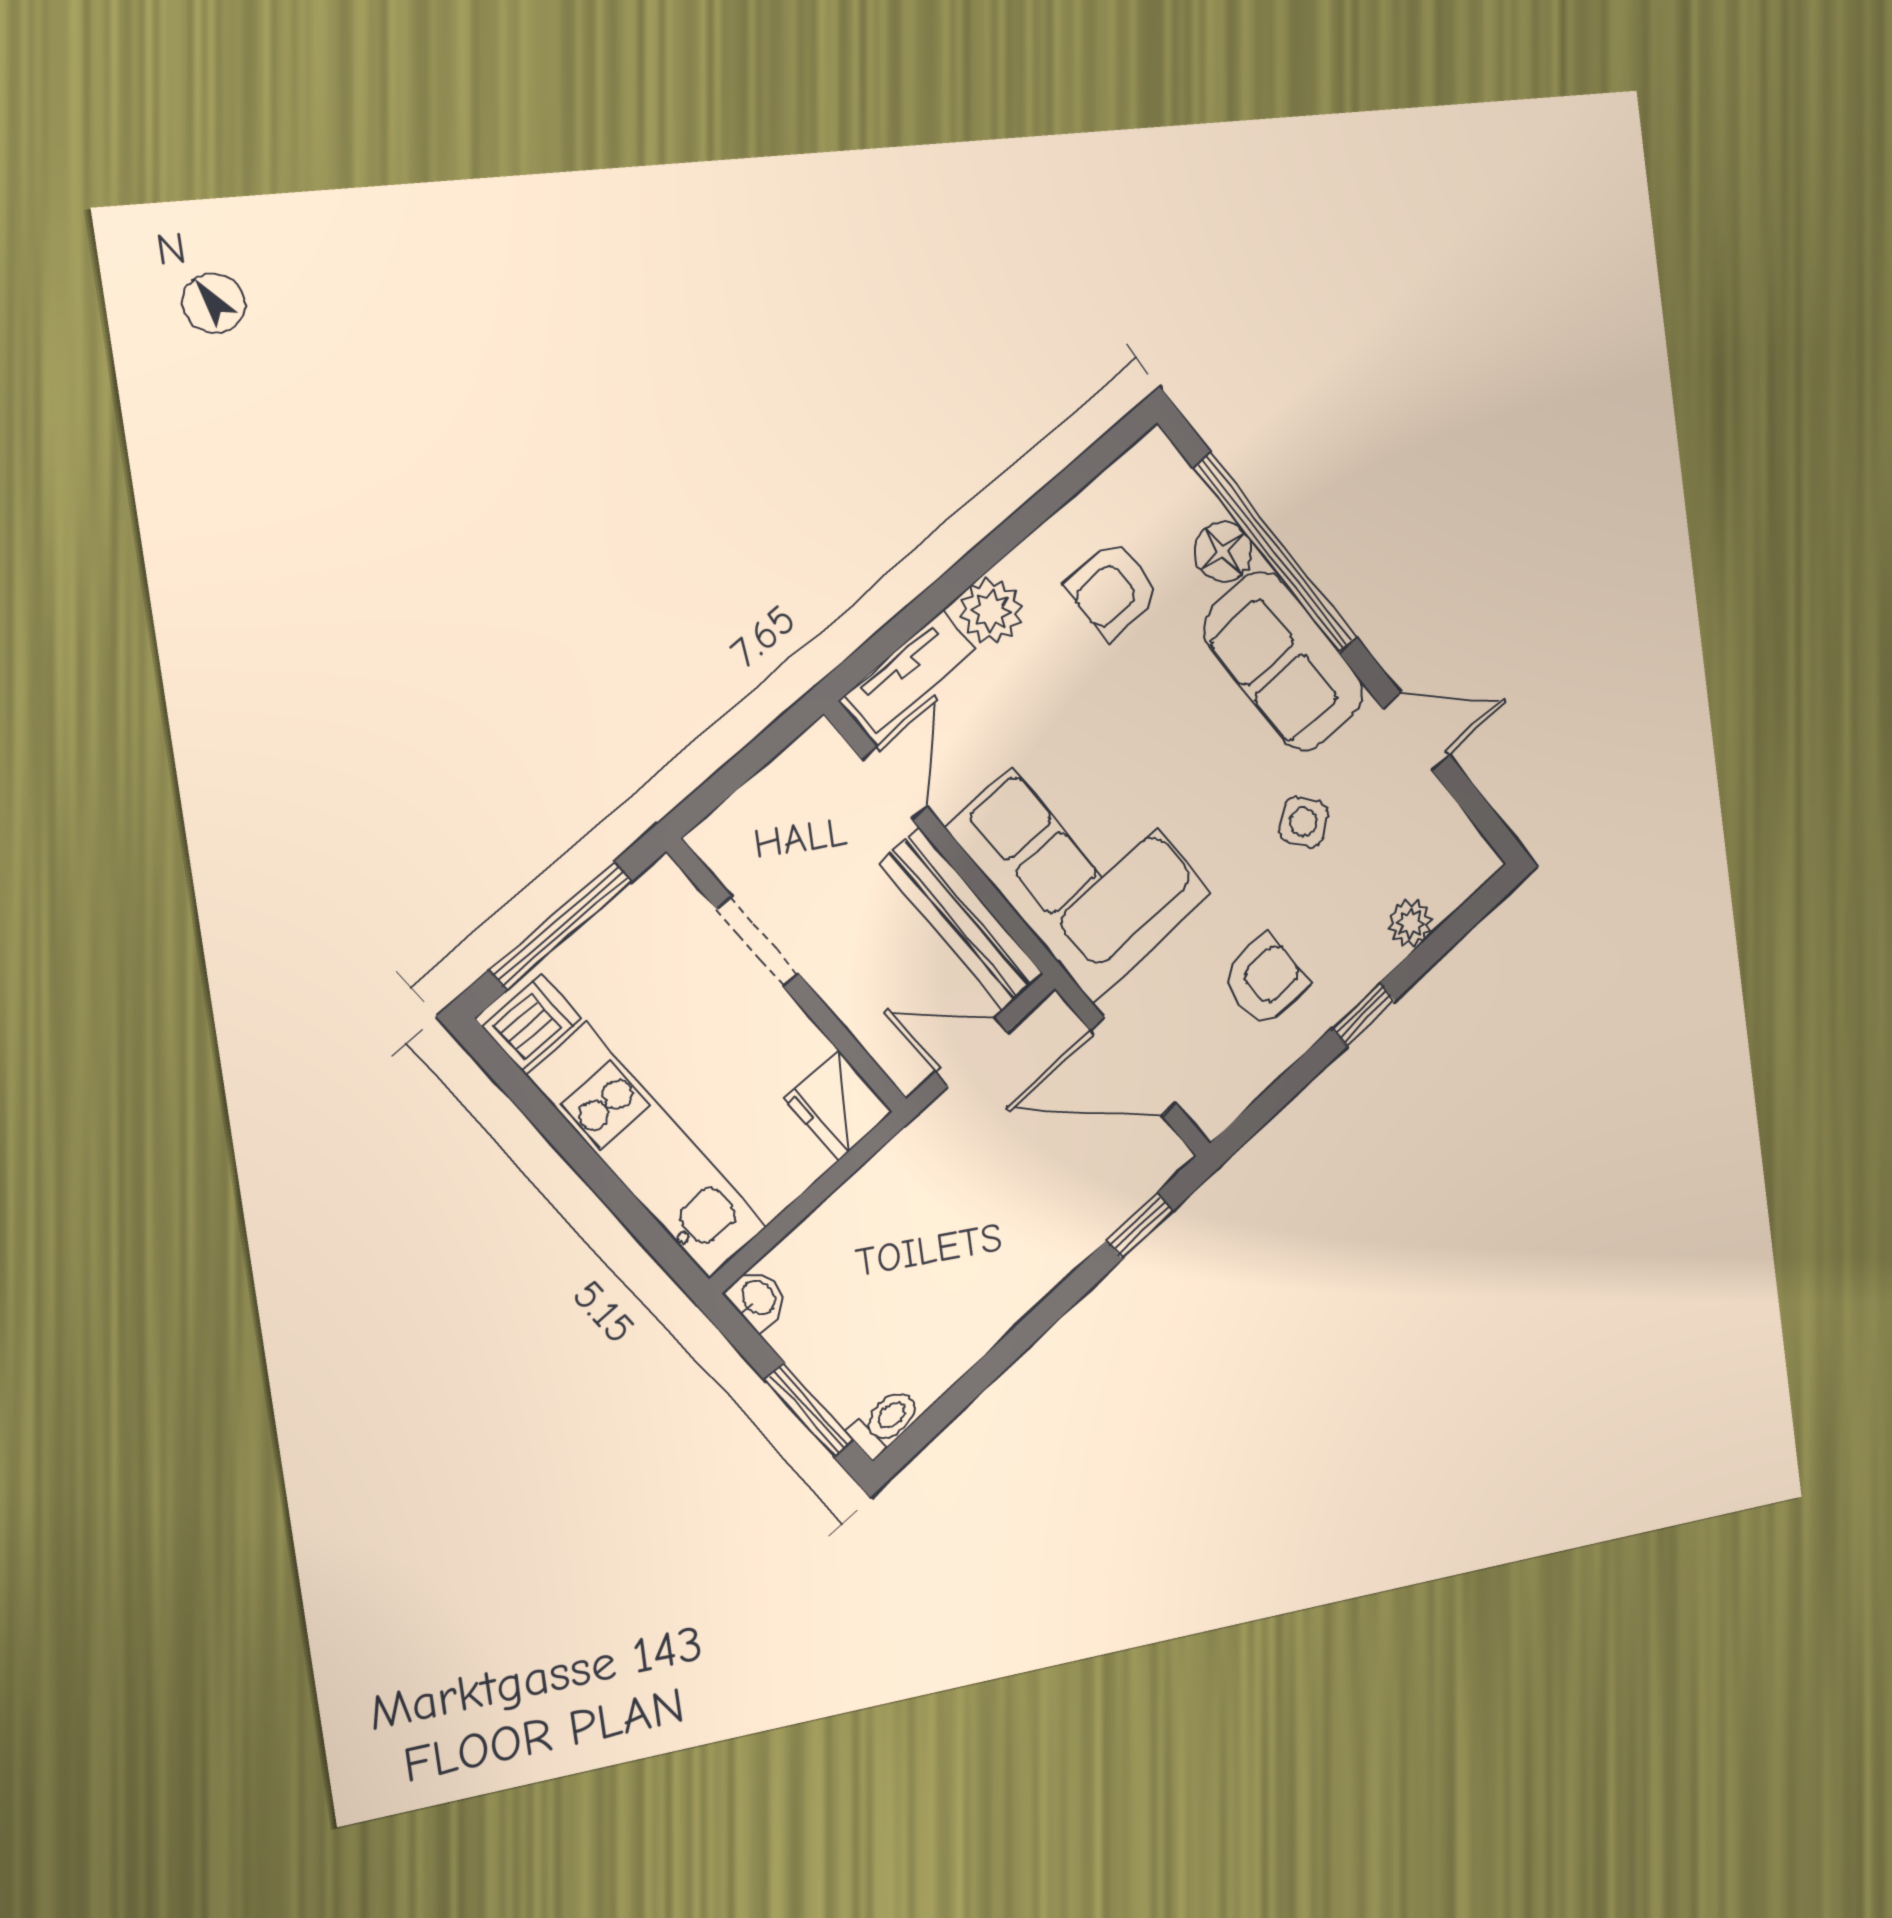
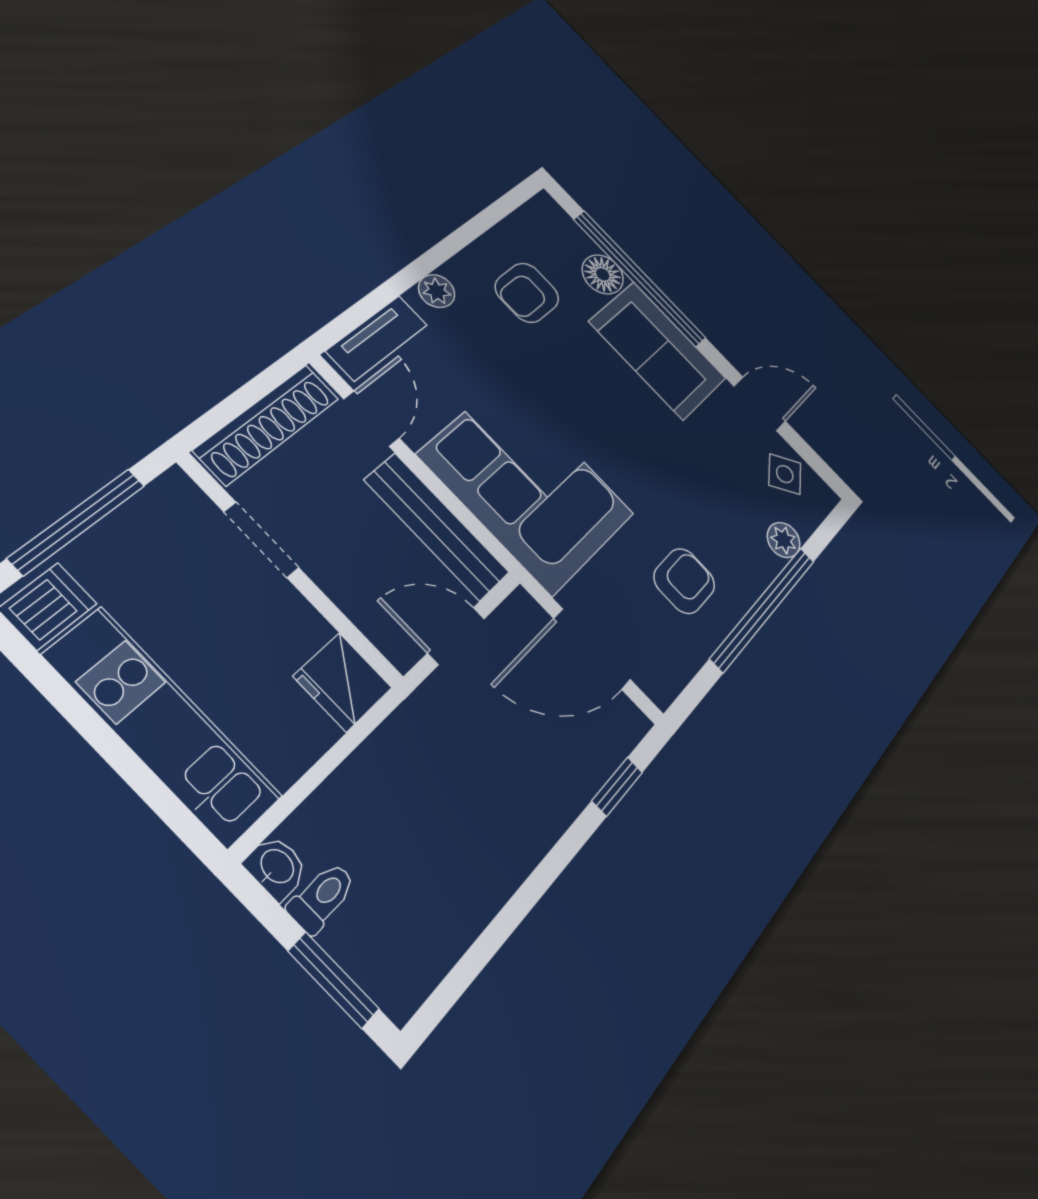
plant: (991, 611) -> (437, 291), width x0.73, depth x0.73
shoe rack: (770, 797) -> (267, 424), added
side table: (1304, 822) -> (785, 474), moved
window: (1363, 1015) -> (763, 609), width x3.17
toilet: (885, 1422) -> (322, 897), moved

